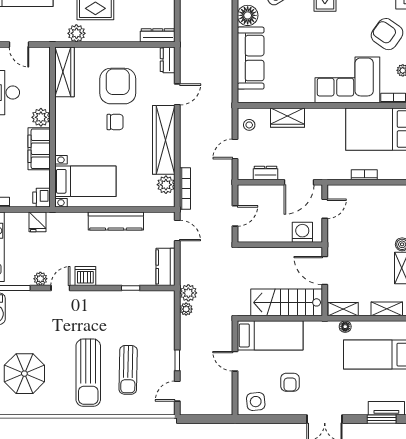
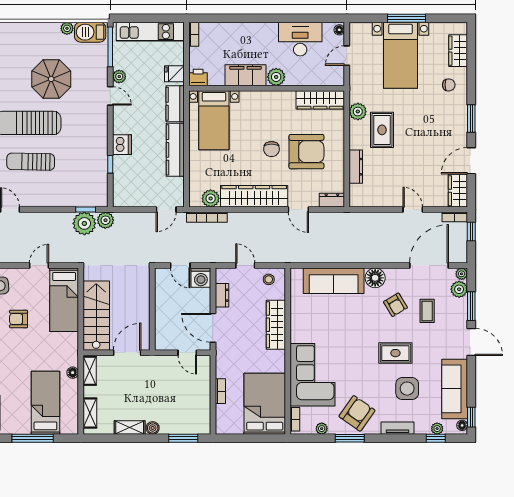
dresser: (158, 35) -> (356, 167), moved
wardrobe: (287, 118) -> (276, 325), width x1.50
washing machine: (302, 232) -> (201, 278), moved, turned 90
kitchen counter: (166, 267) -> (175, 104), moved, turned -90
dishwasher: (85, 276) -> (122, 145), moved
plant: (186, 309) -> (84, 223), width x1.87, depth x1.87
window: (177, 360) -> (86, 210), moved
parasol: (24, 374) -> (51, 79), moved

